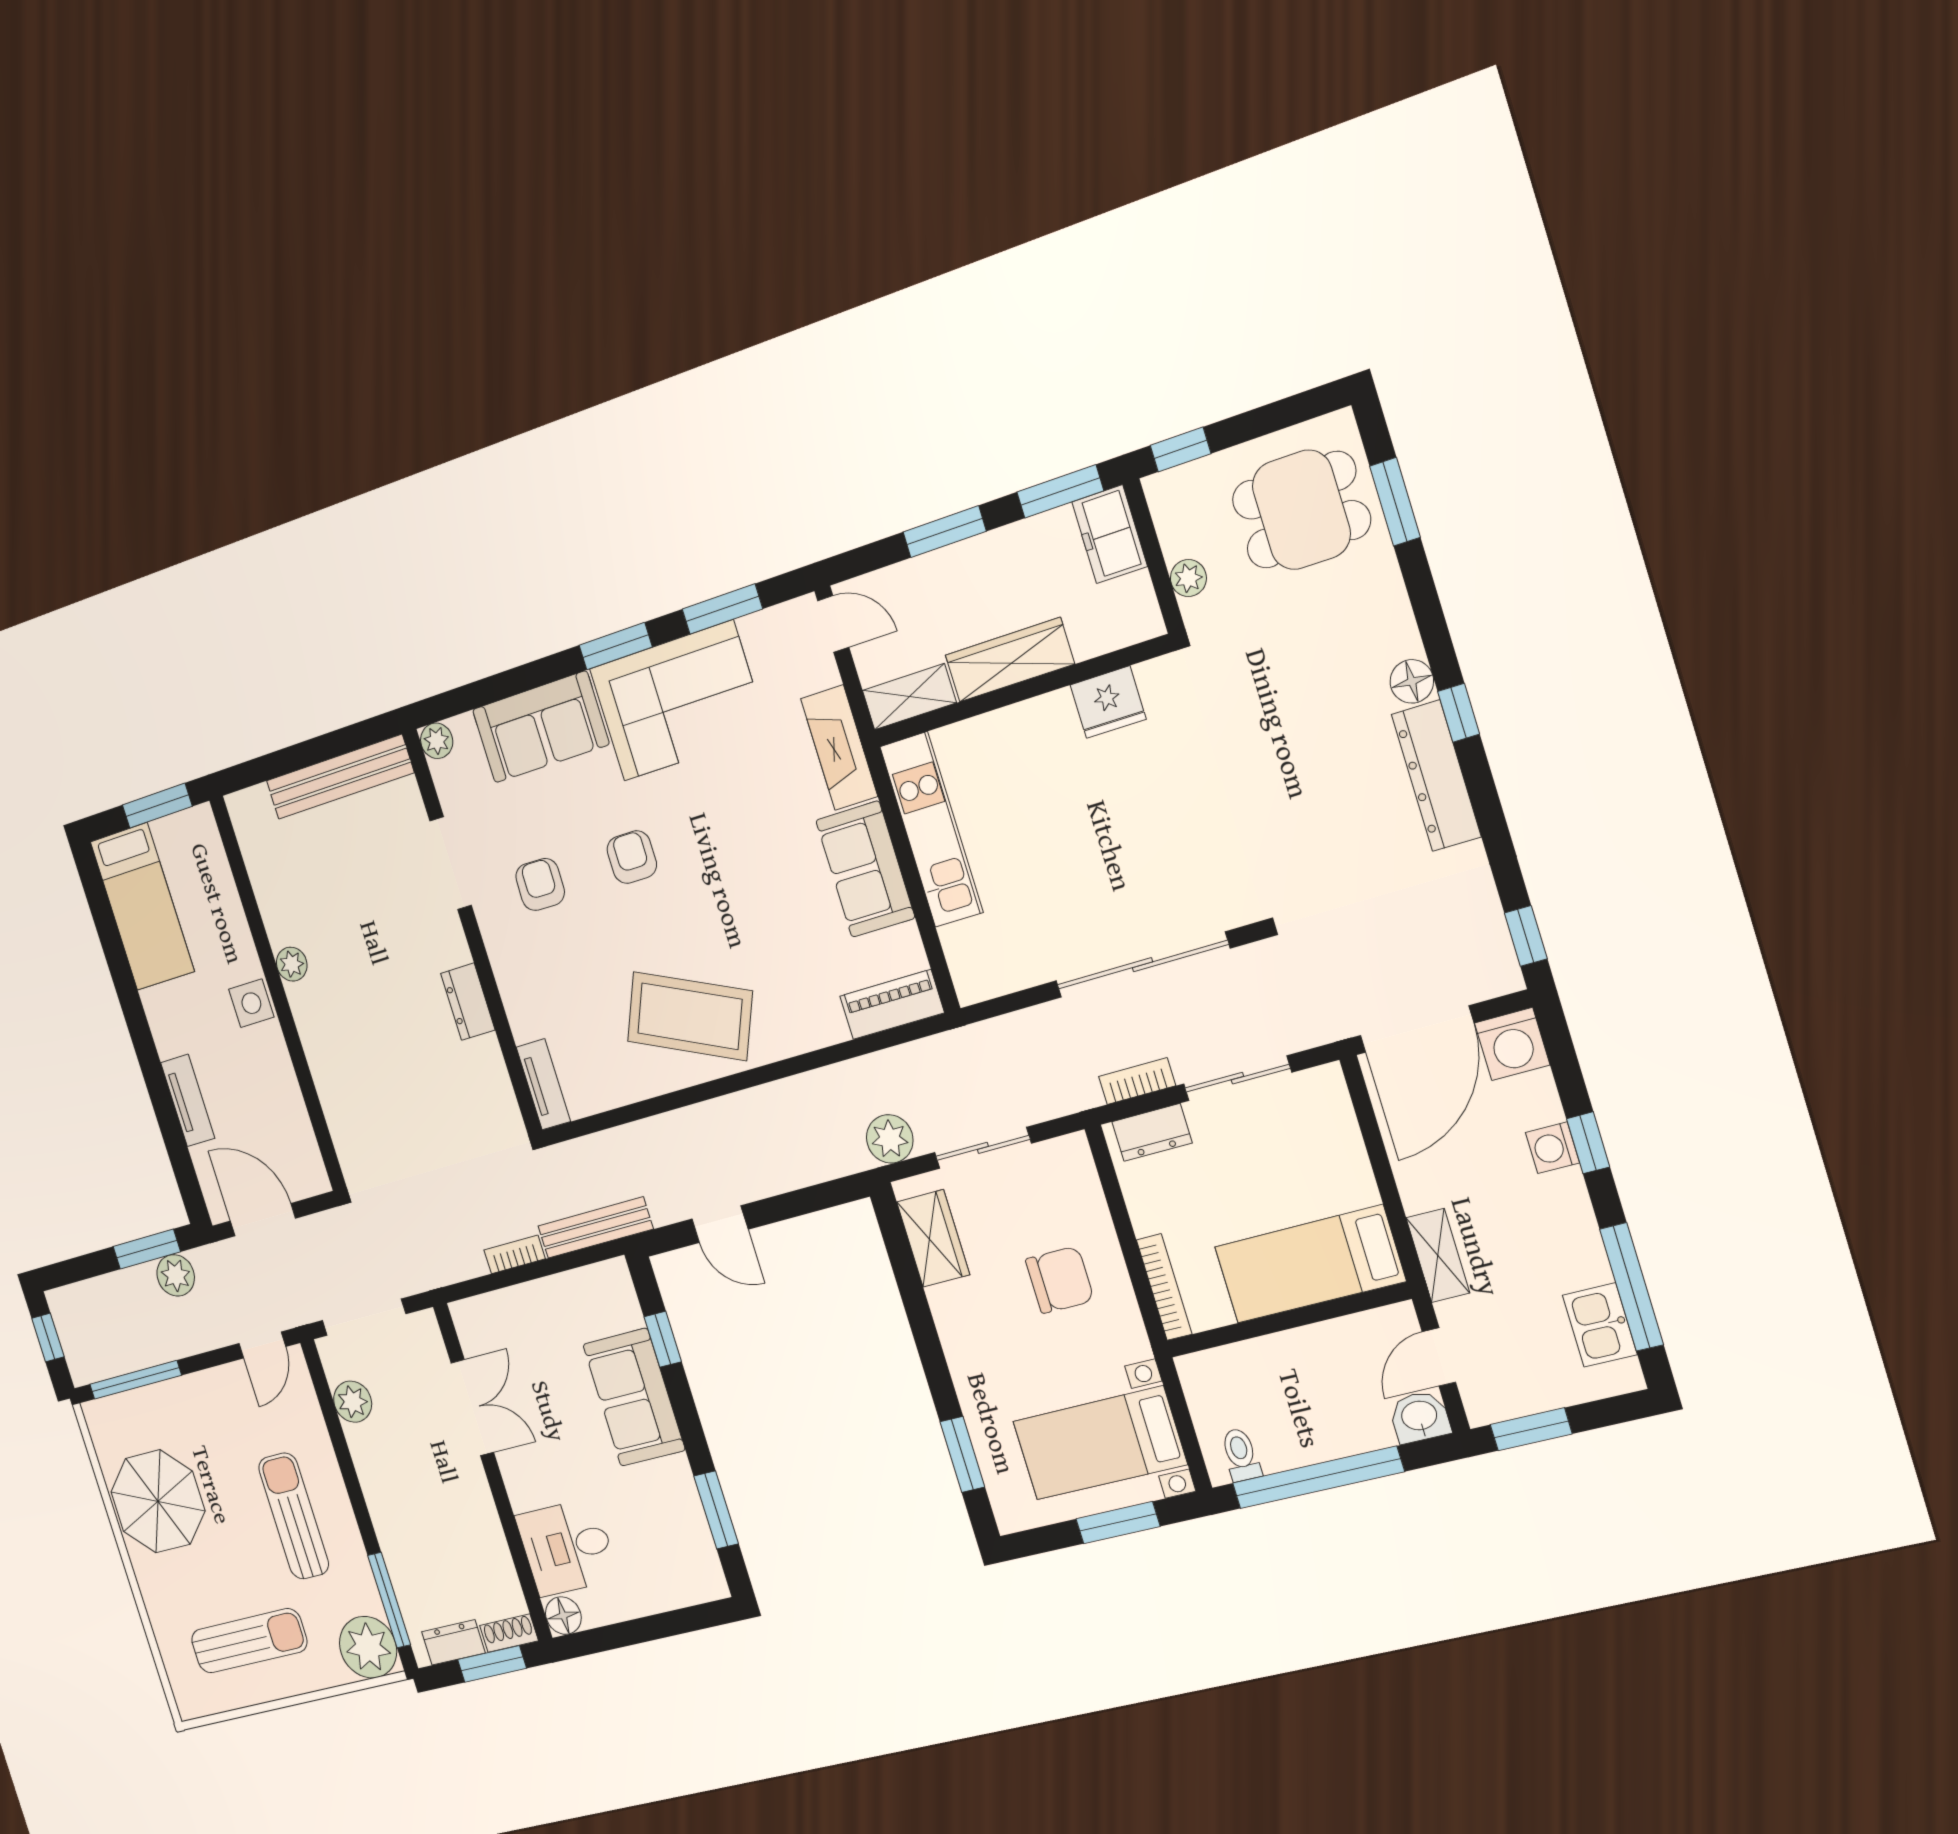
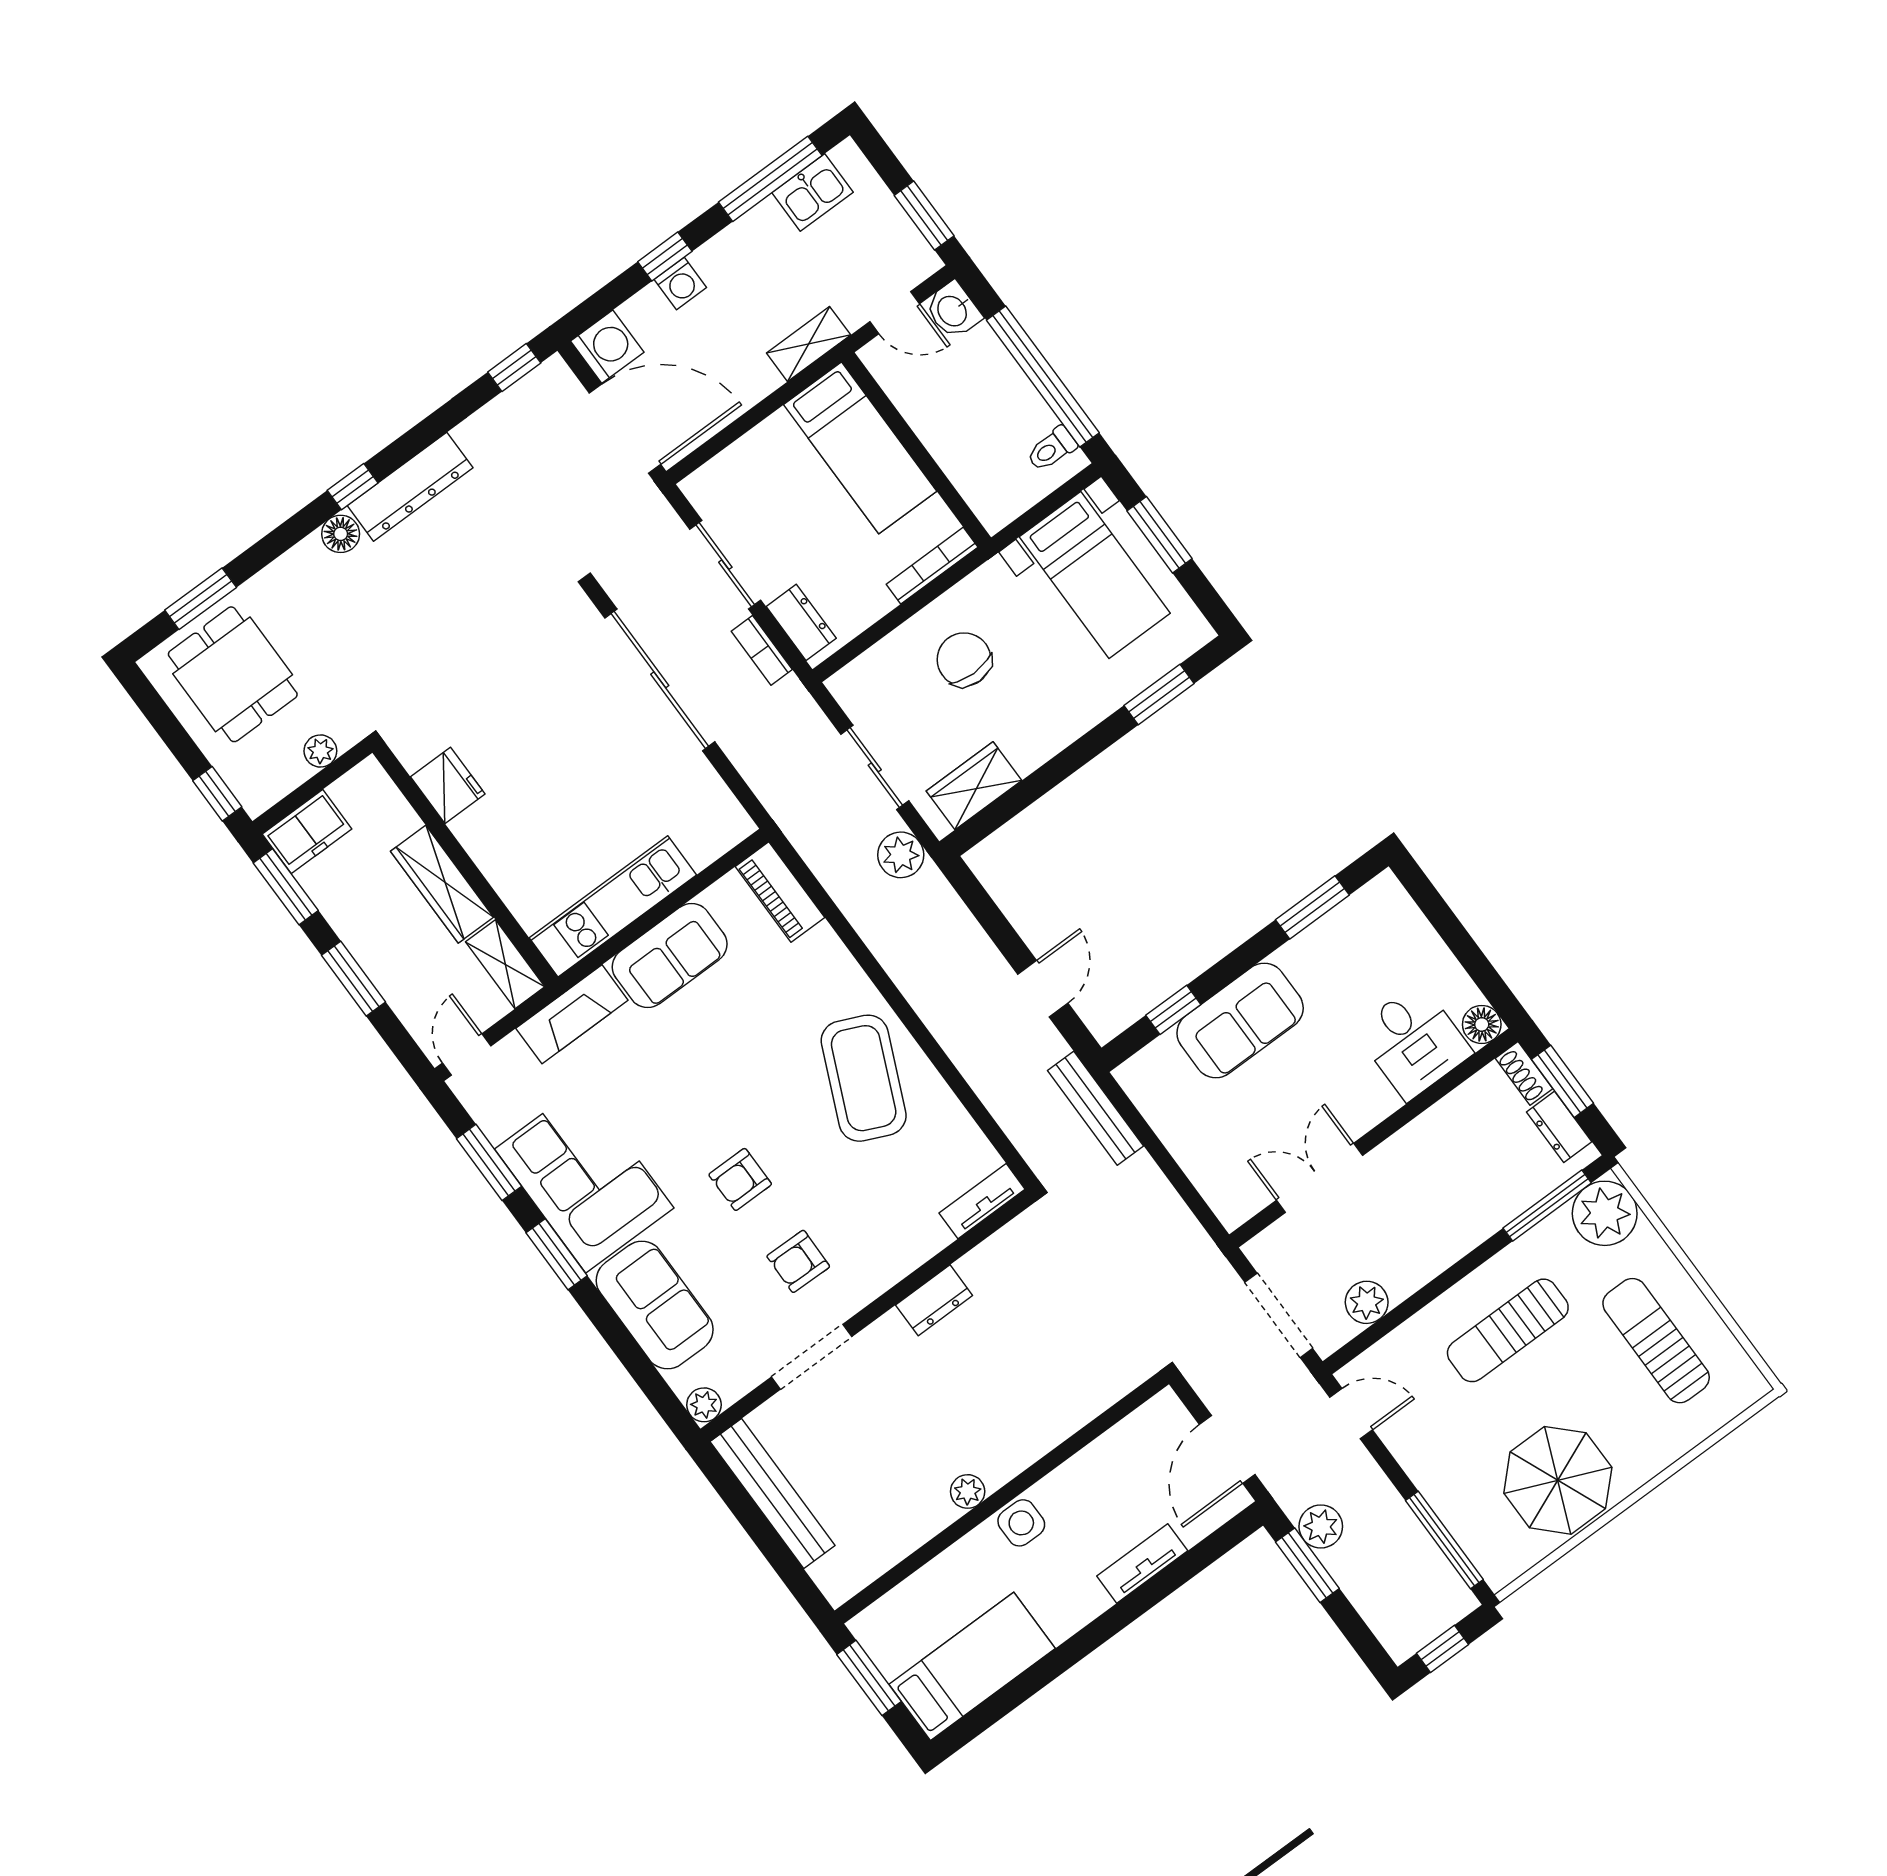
bookcase: (515, 1254) -> (1154, 1181), removed

